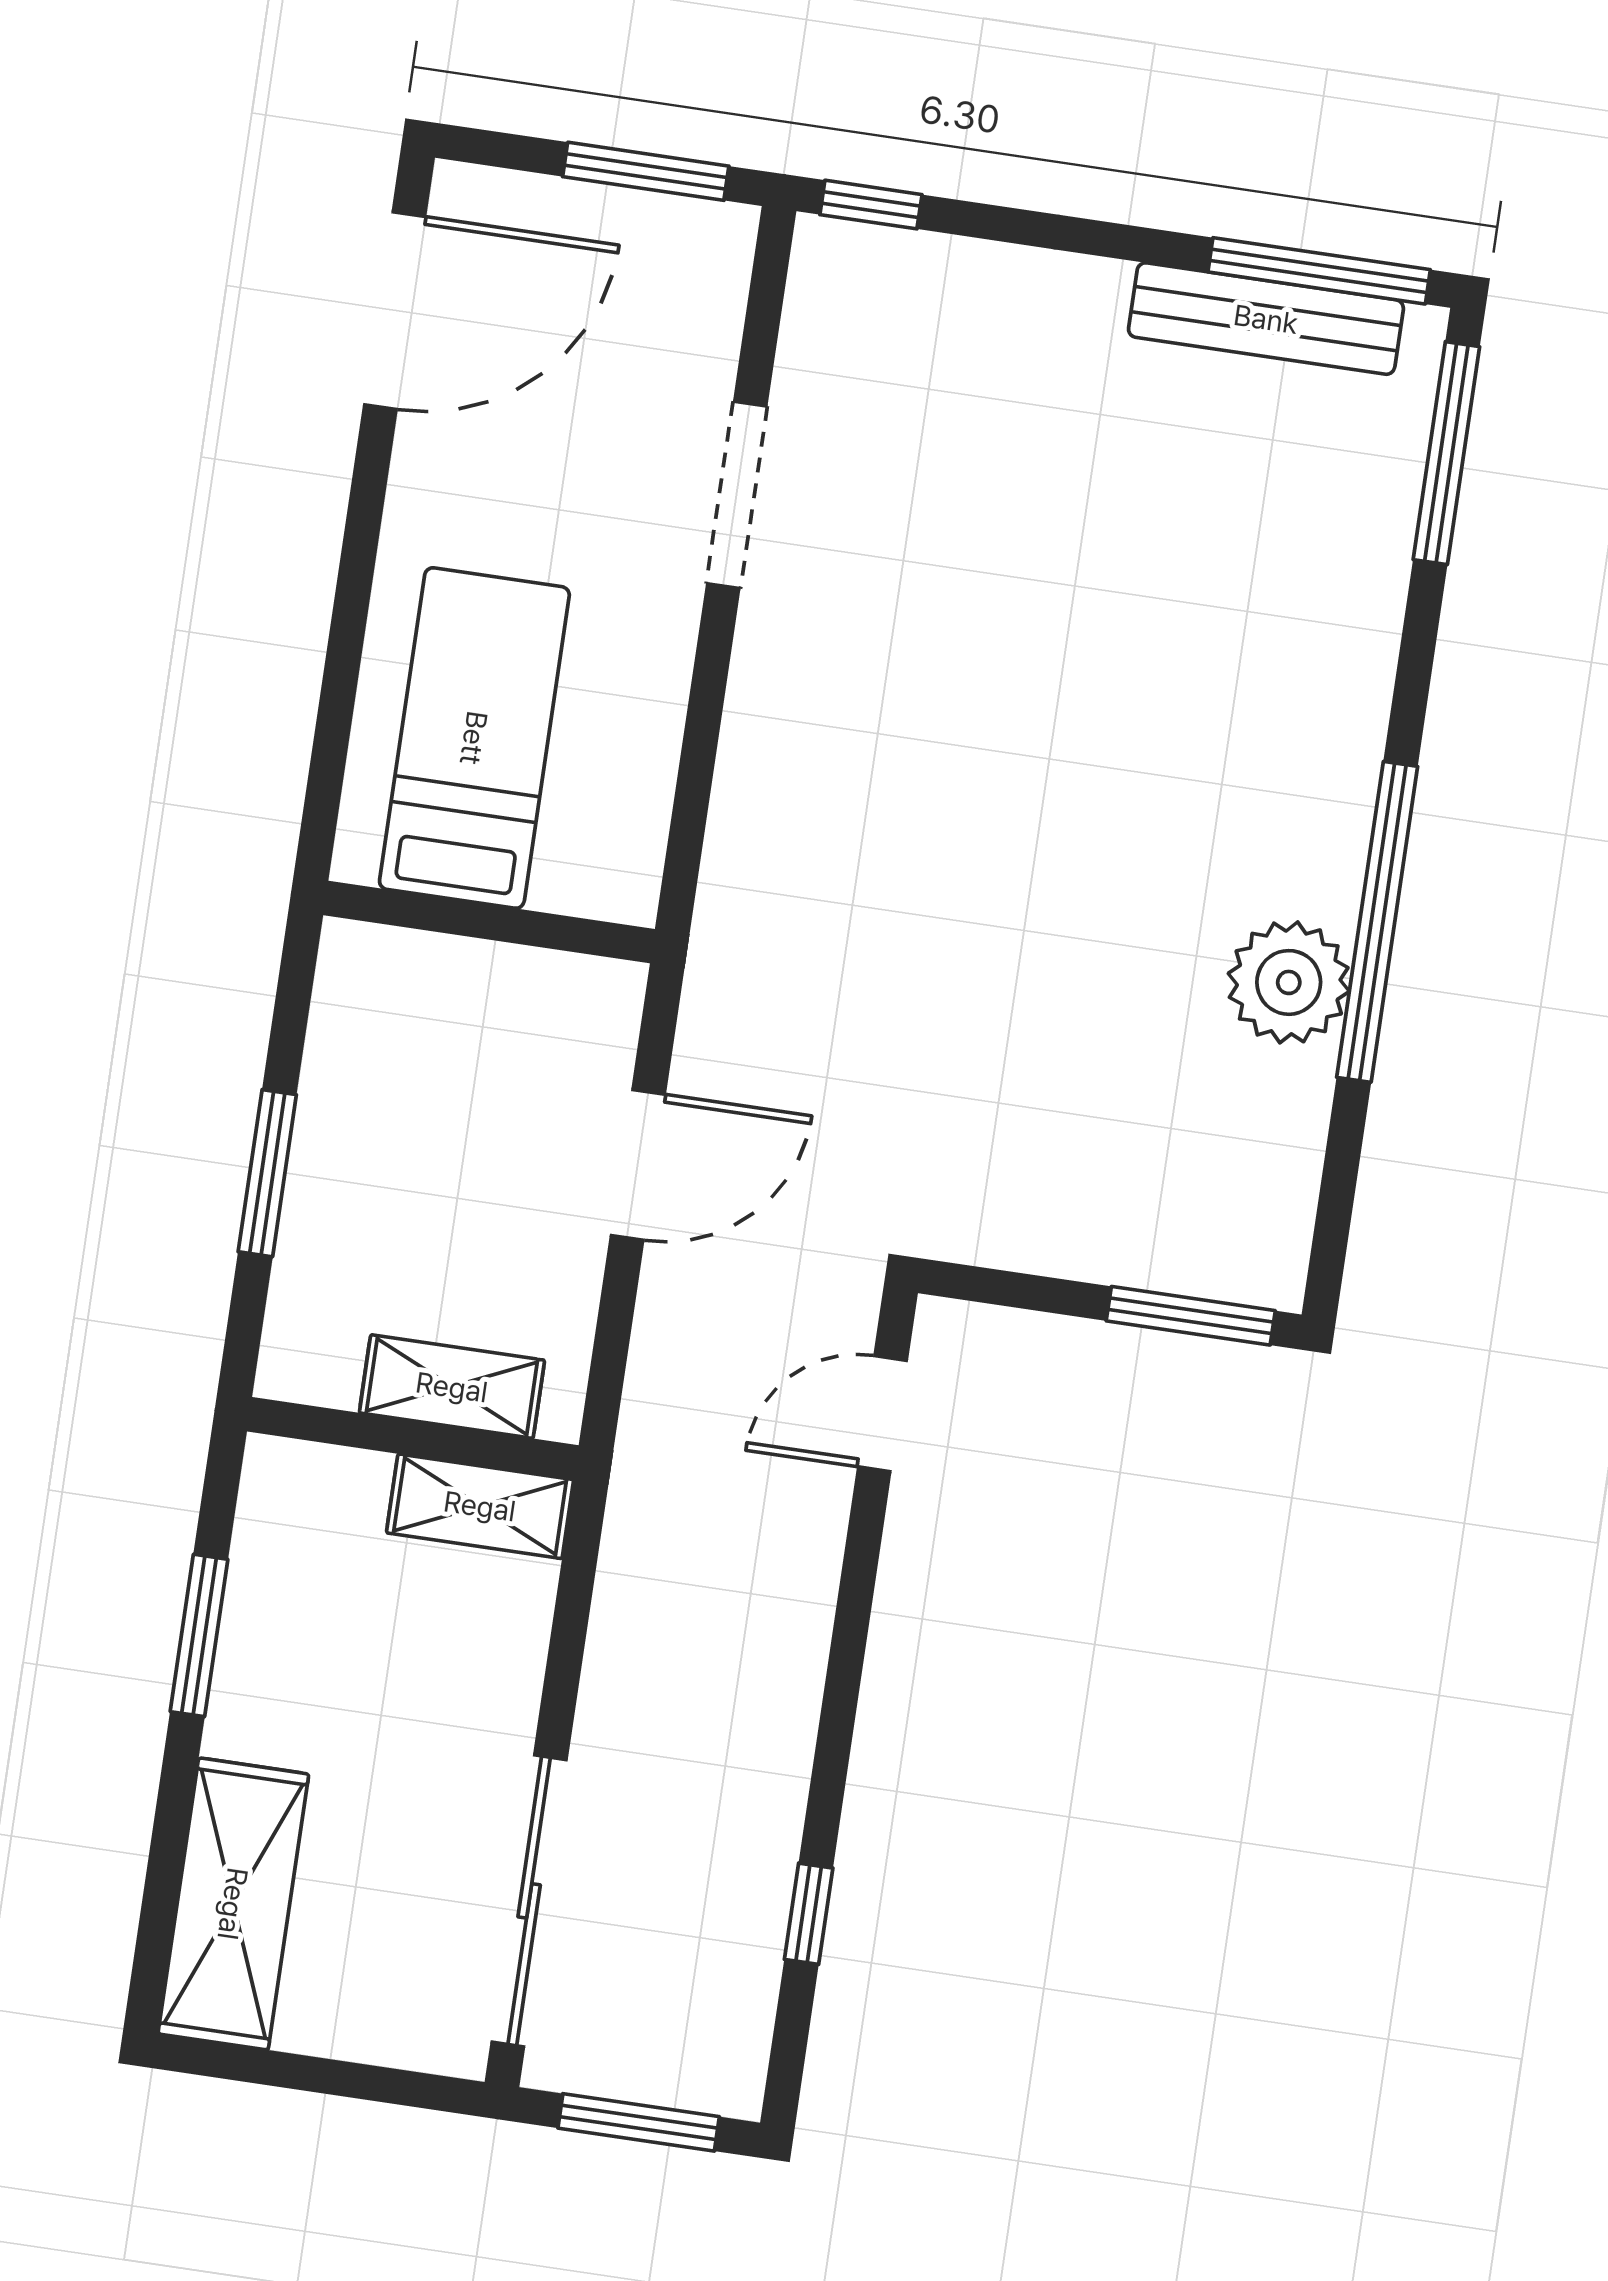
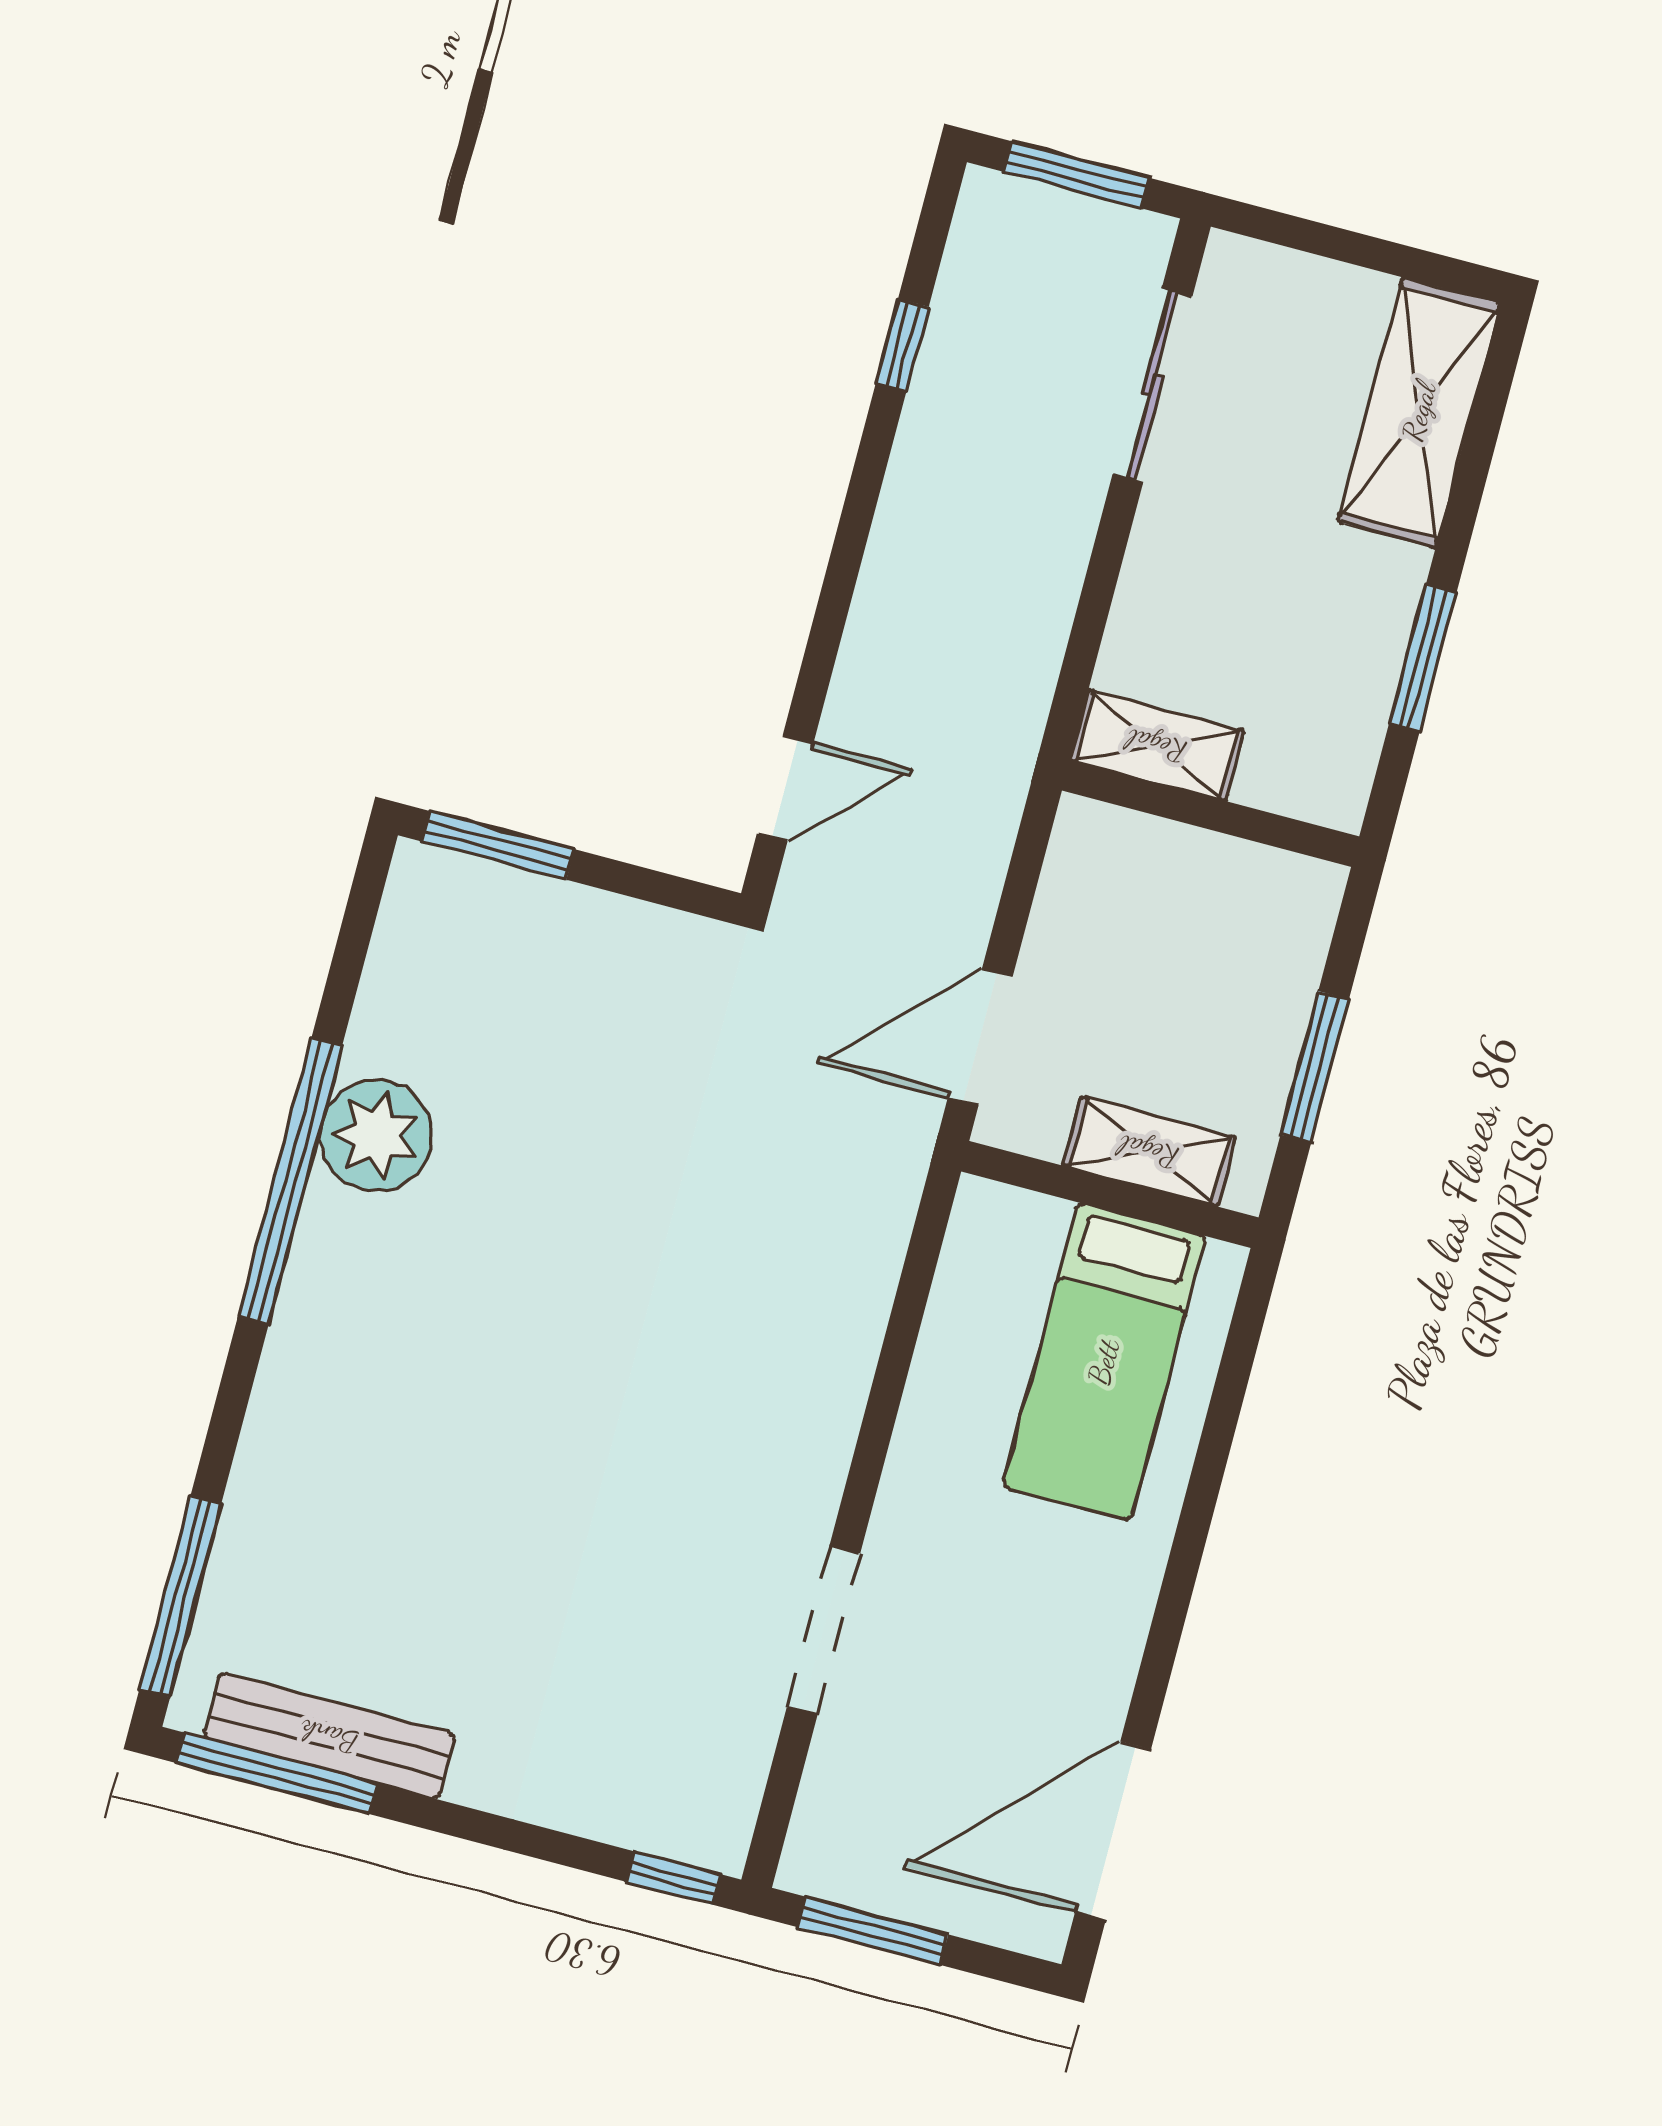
bed: (474, 738) -> (1104, 1362), moved
wall: (489, 922) -> (1110, 1195), moved
shelving: (452, 1387) -> (1149, 1152), moved
sliding door: (529, 1901) -> (1152, 385), width x0.73

